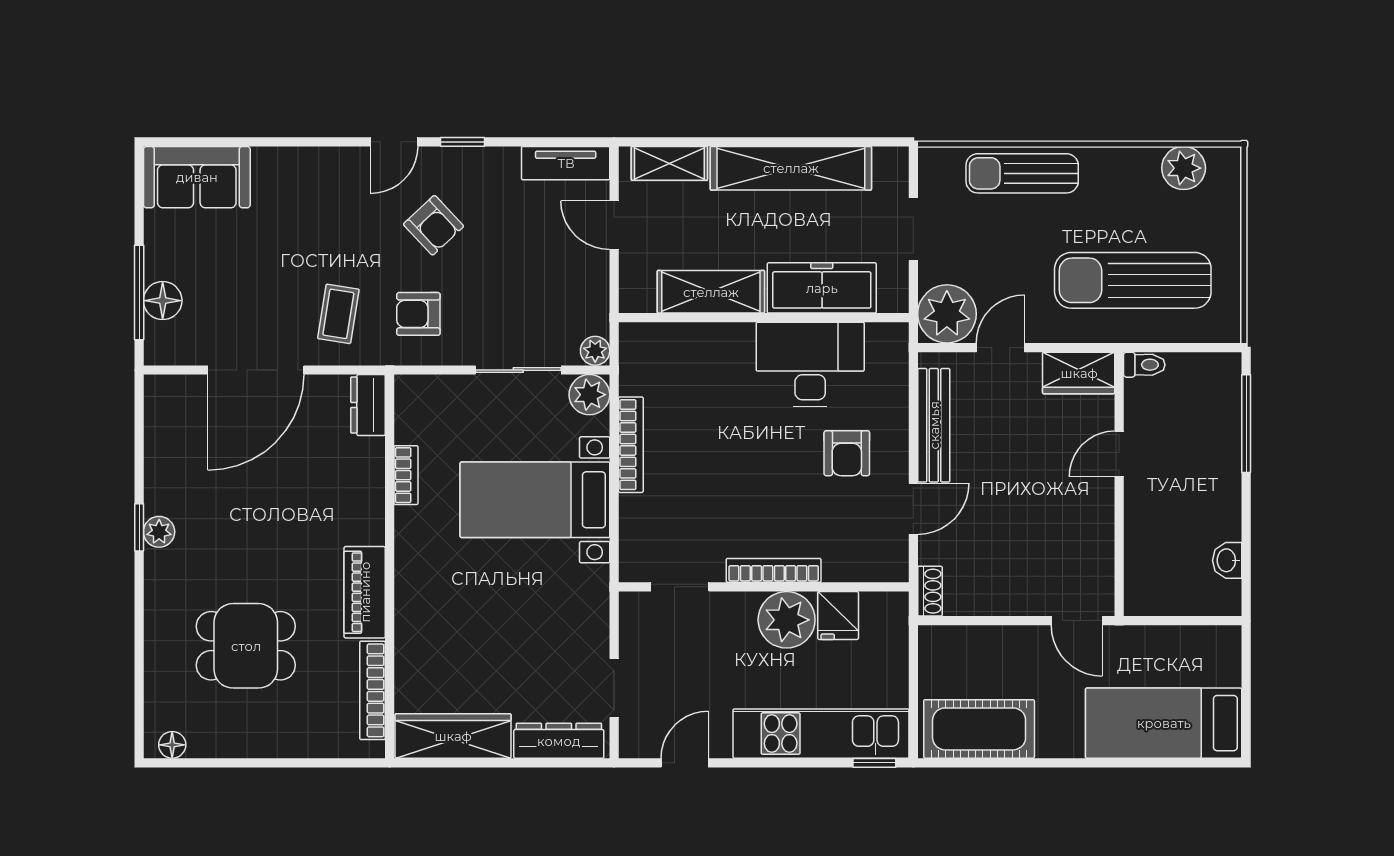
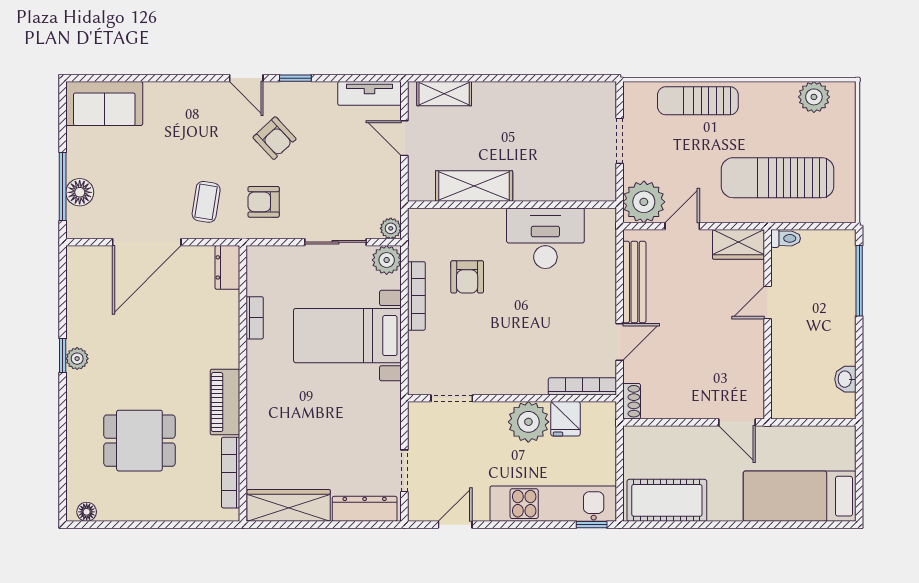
door: (394, 142) -> (246, 78), hinge flipped
shelving: (791, 168) -> (531, 97), removed
freezer: (822, 288) -> (554, 183), removed
armchair: (847, 453) -> (467, 277), moved
bookcase: (774, 570) -> (582, 386), moved

